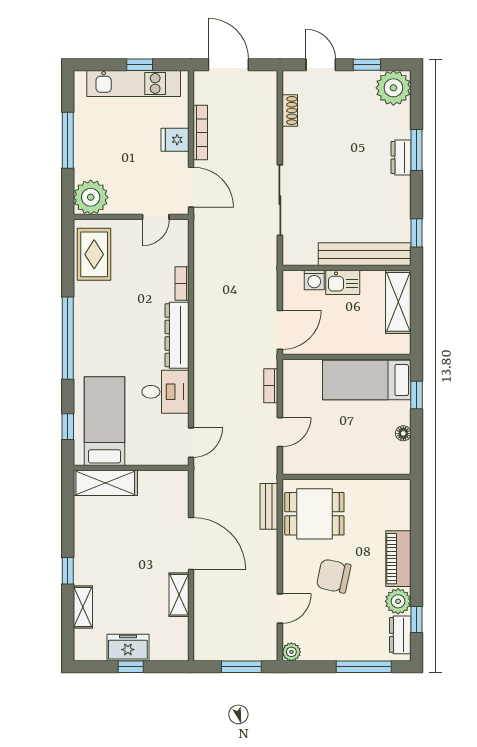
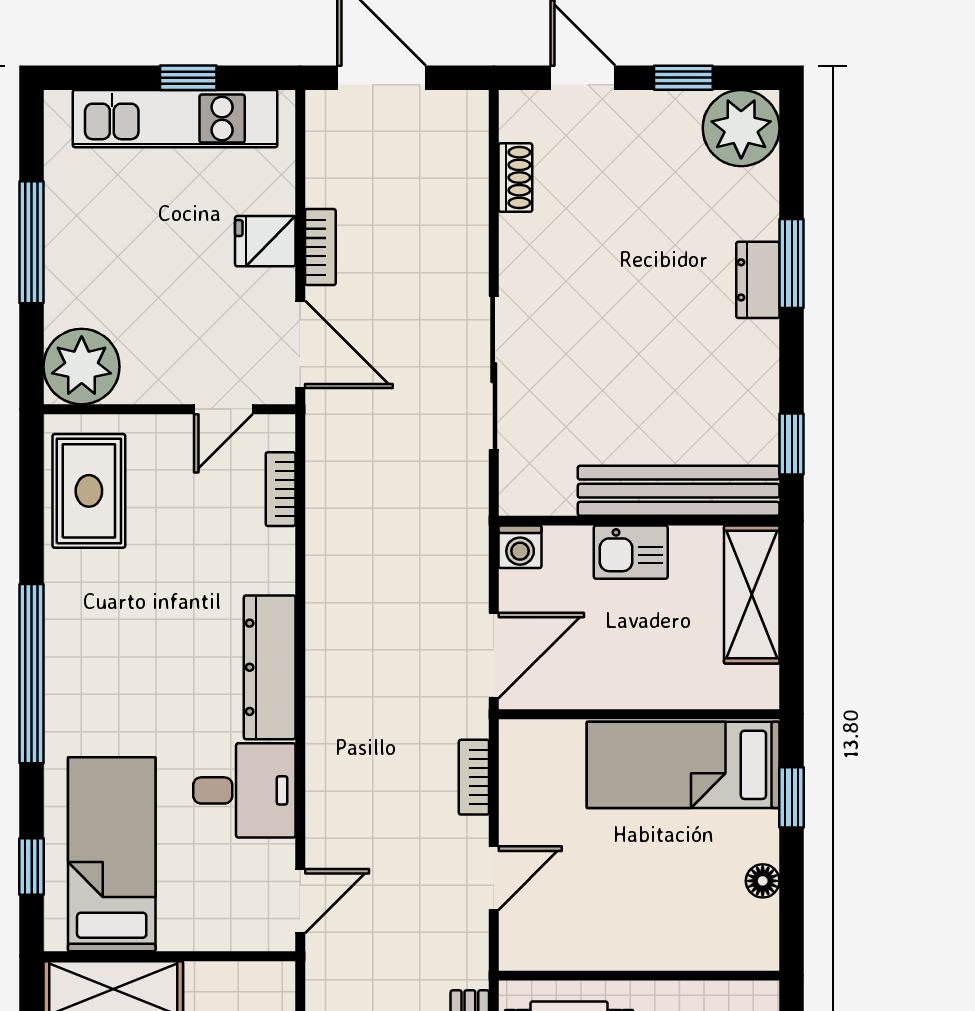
bookcase: (200, 133) -> (320, 247), width x0.64
washing machine: (314, 280) -> (520, 547), moved
bookcase: (182, 284) -> (281, 489), moved

